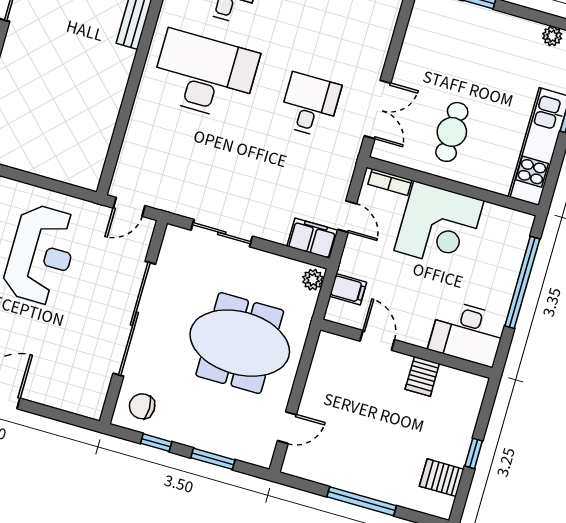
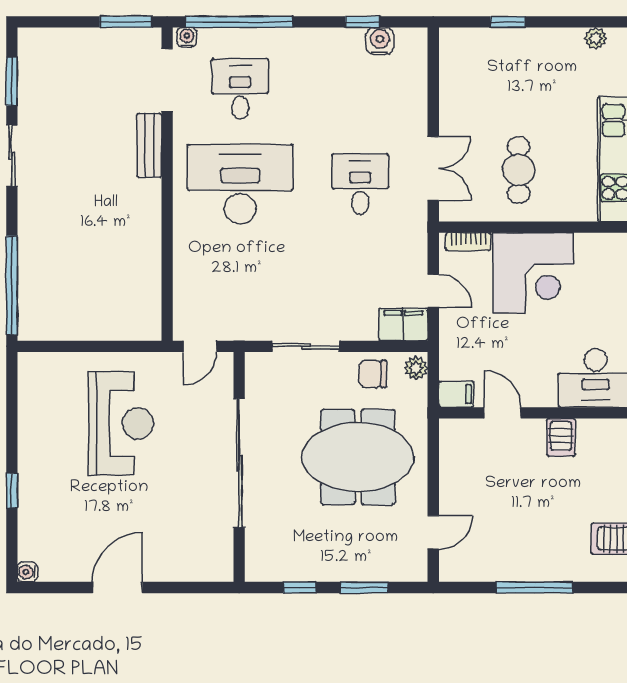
filing cabinet: (348, 289) -> (456, 394), moved
chair: (142, 406) -> (373, 374), moved

